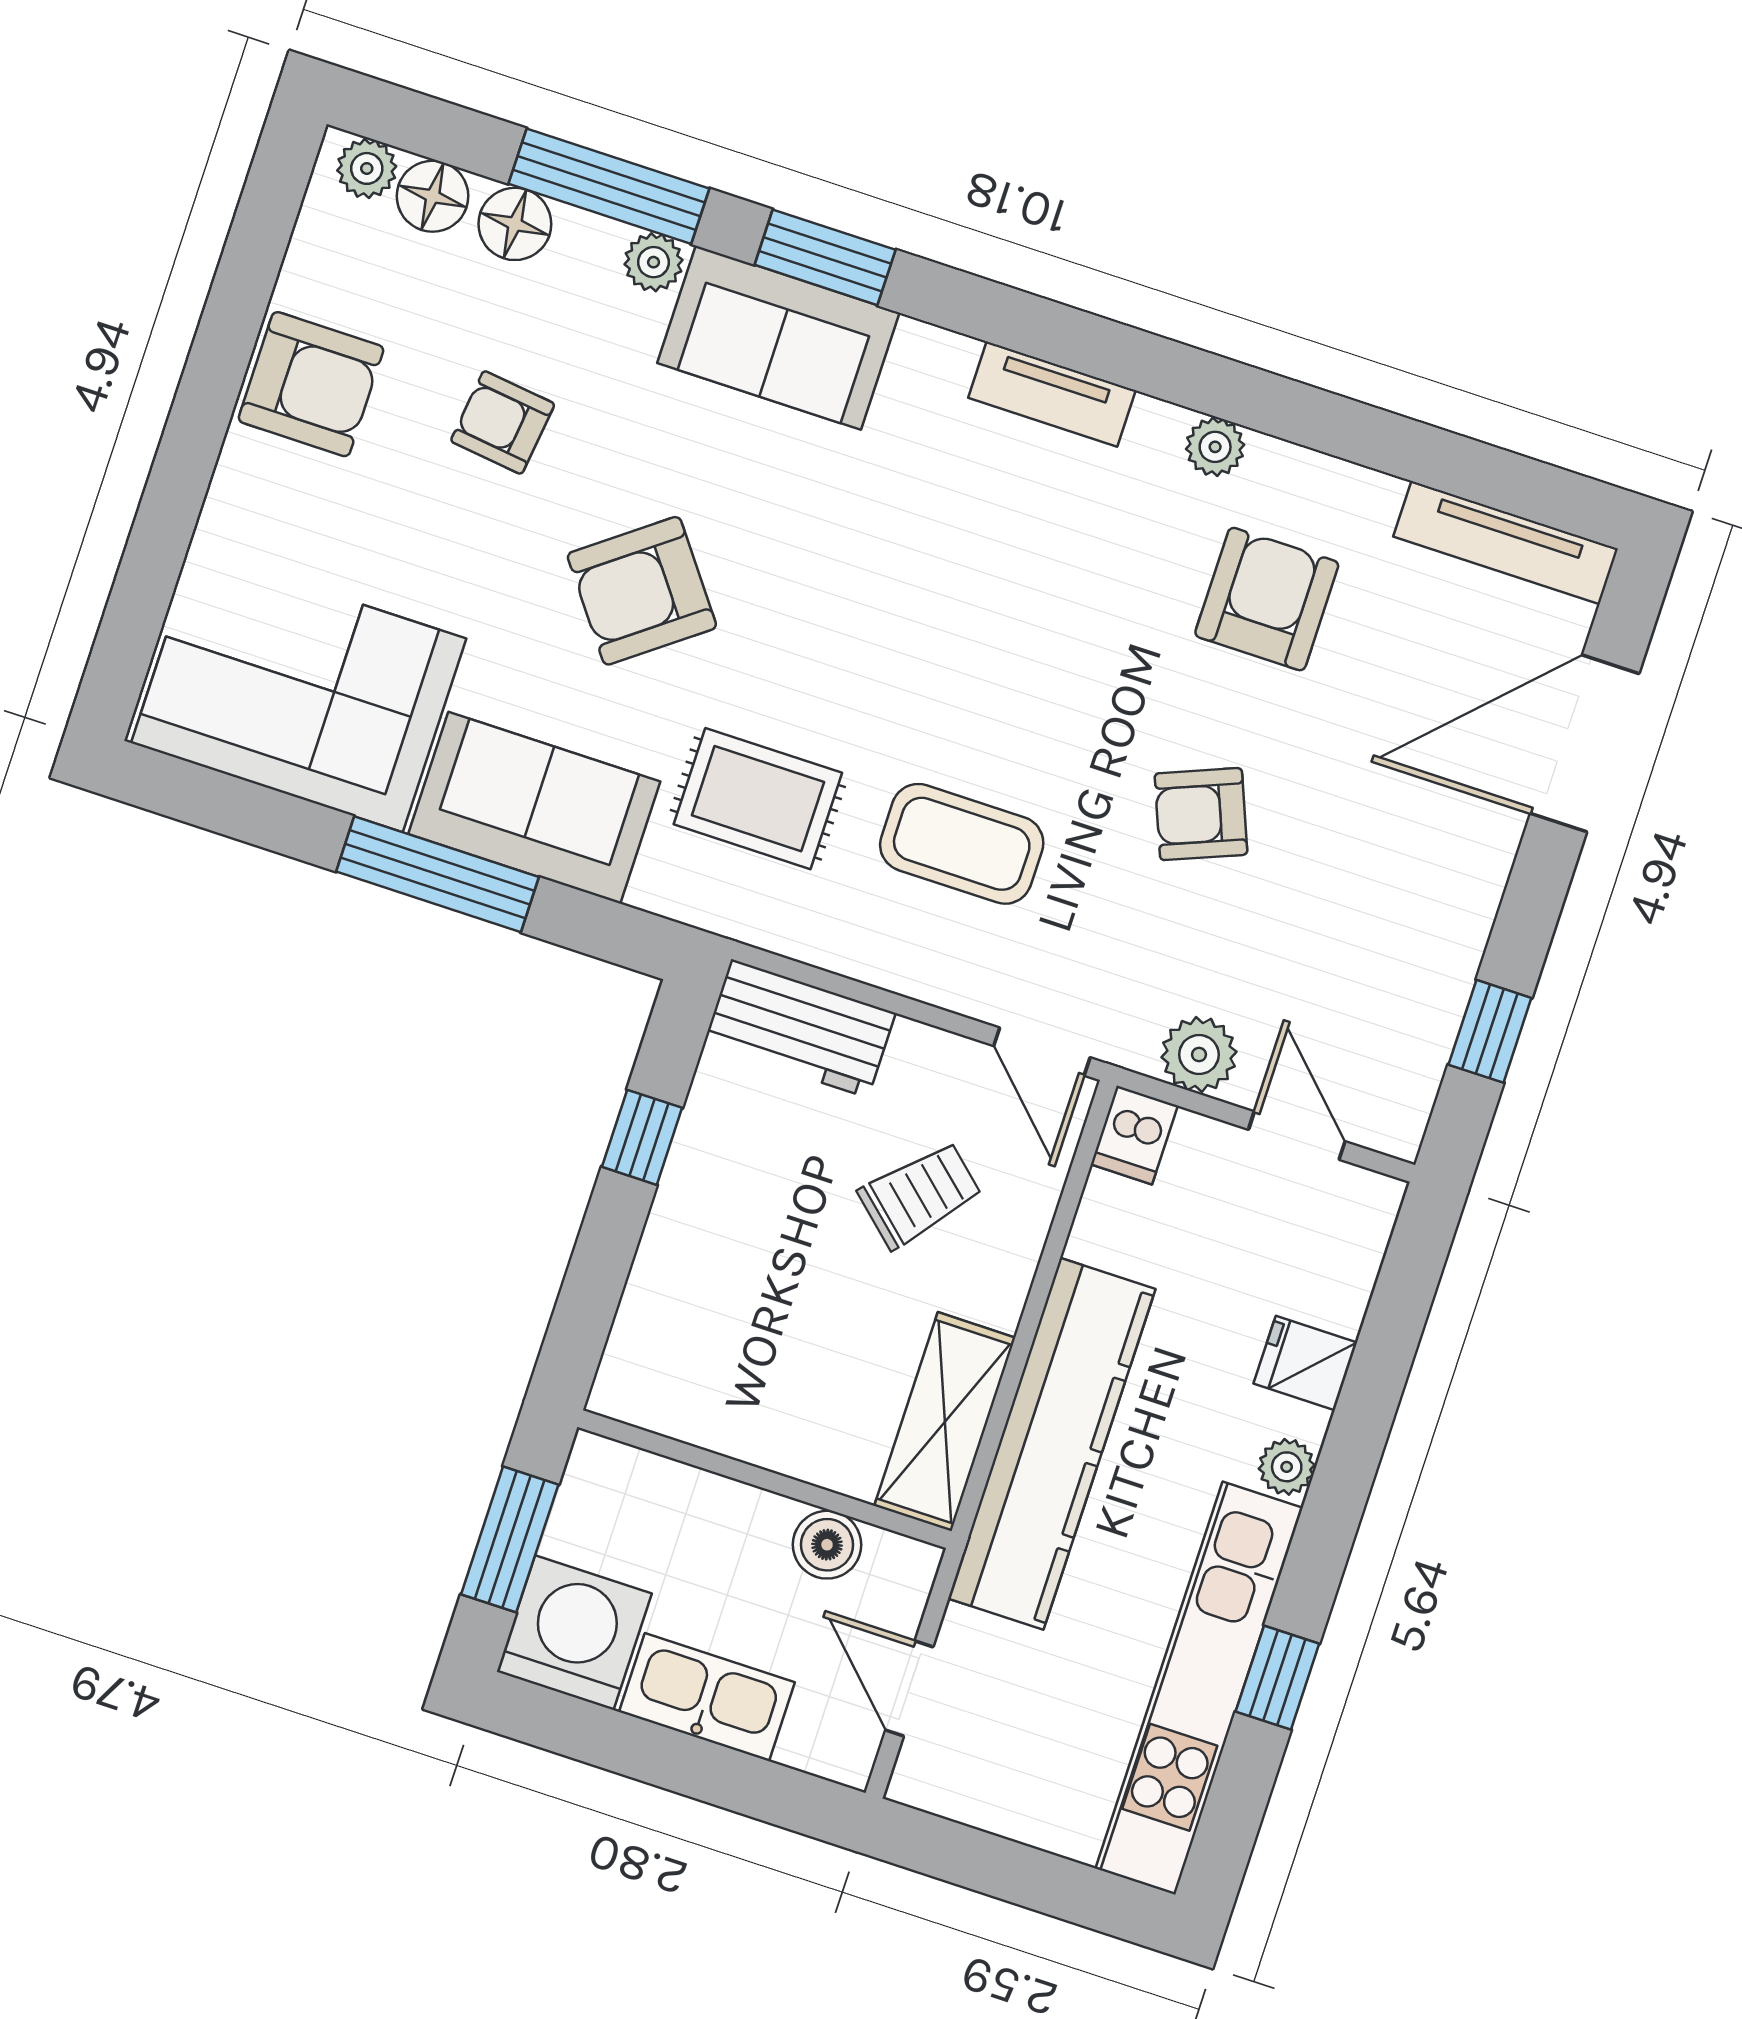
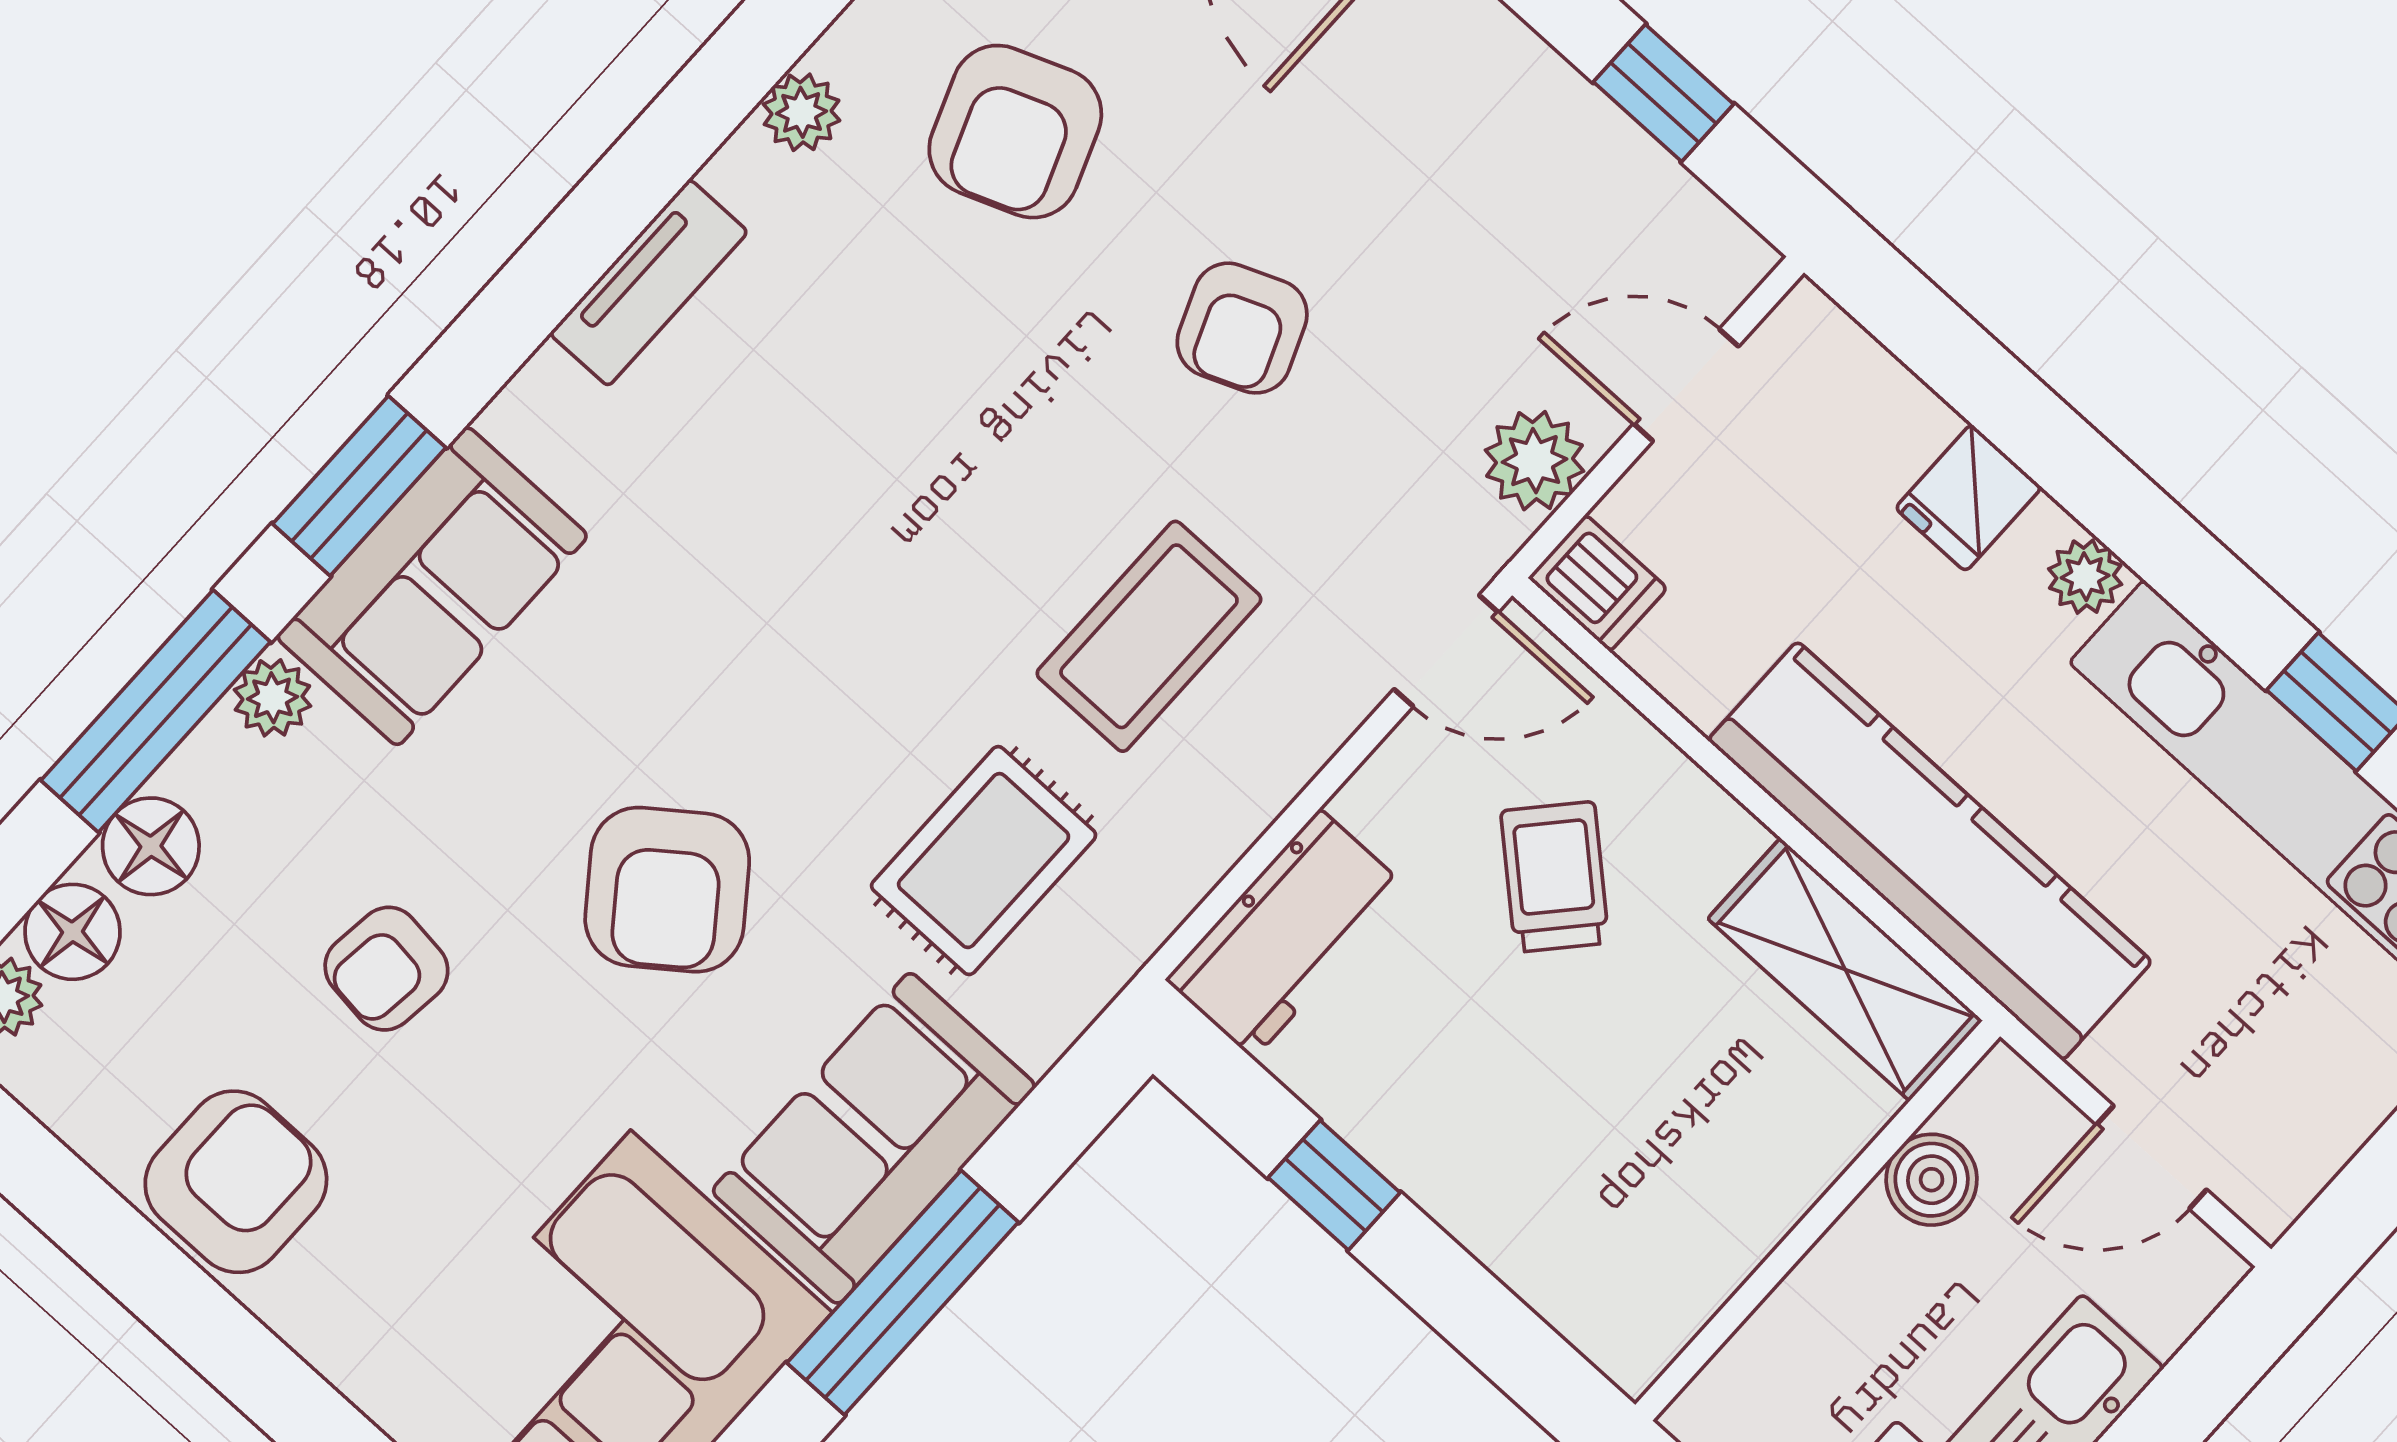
armchair: (1267, 599) -> (1015, 132), turned -111

